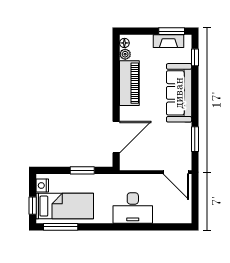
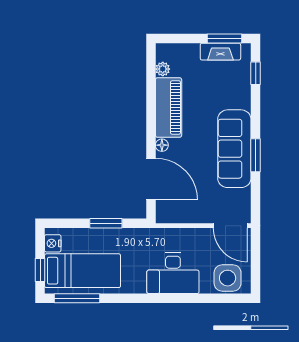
floor lamp: (124, 43) -> (162, 145), moved
sofa: (179, 93) -> (234, 149), moved
door: (116, 137) -> (151, 179), hinge flipped
window: (195, 139) -> (256, 155), moved
side table: (174, 212) -> (228, 278), added

